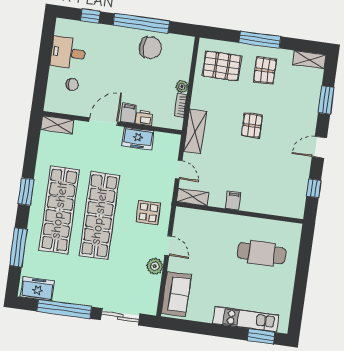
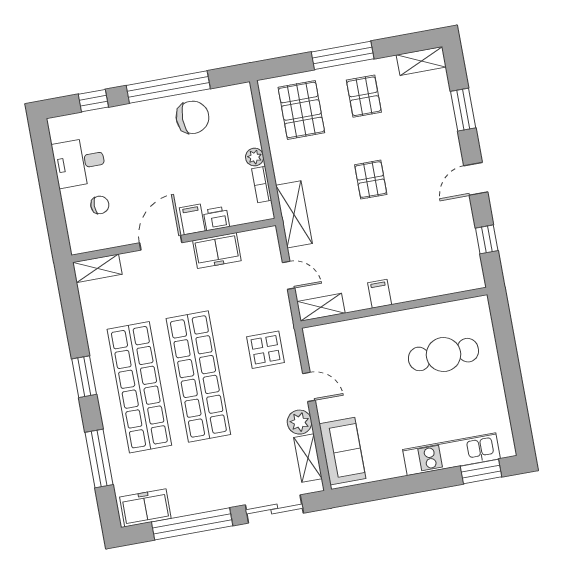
pallet: (222, 66) -> (301, 110), turned 90
shelving: (153, 291) -> (308, 458), added

